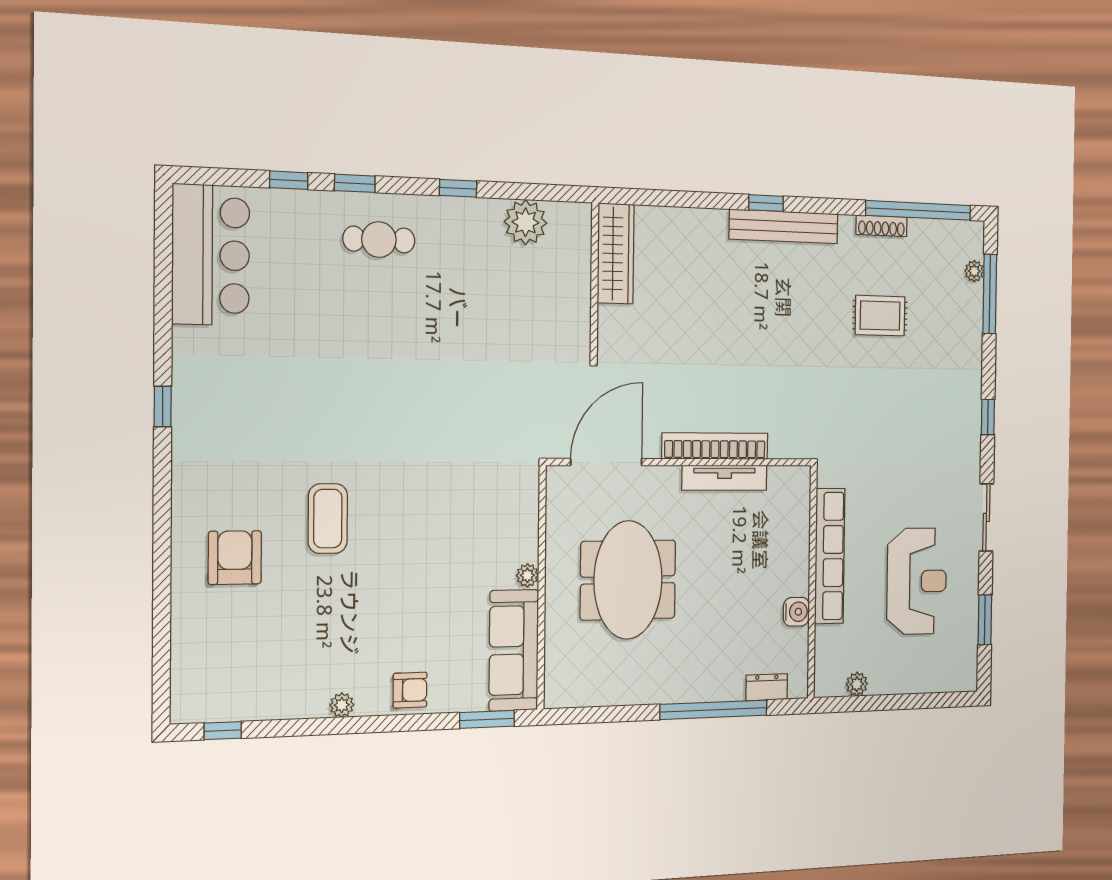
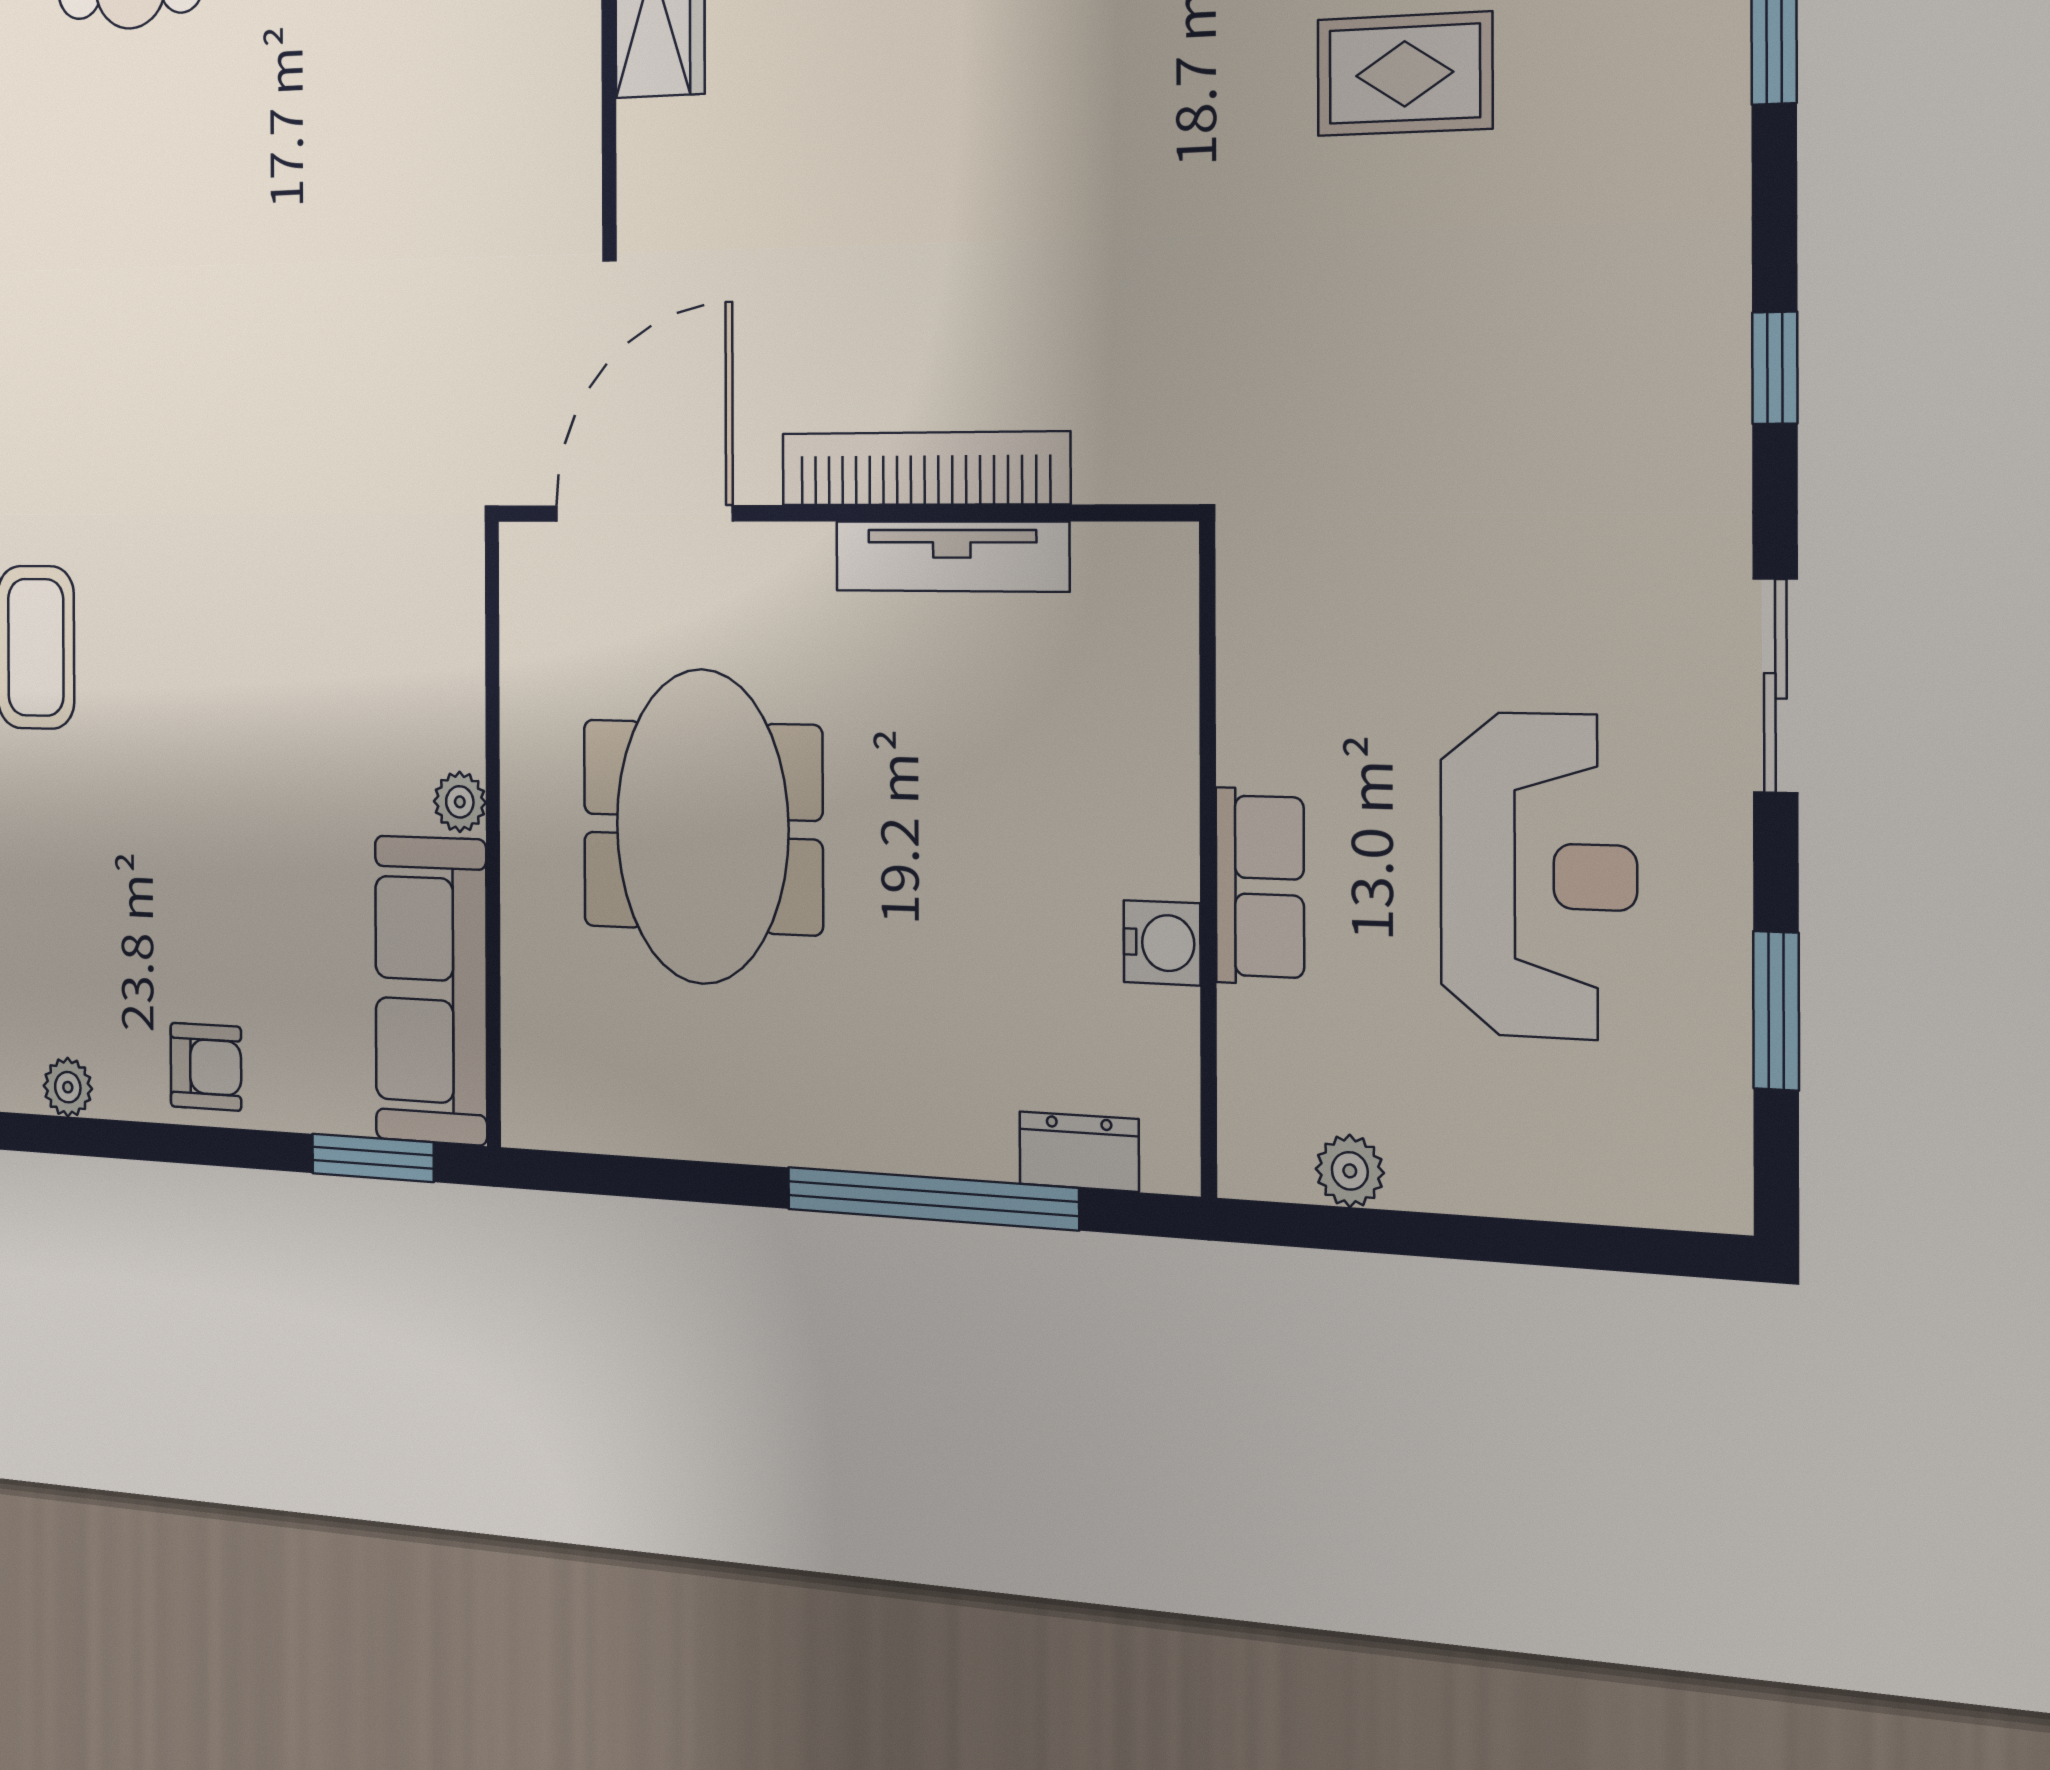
row of seats: (830, 556) -> (1260, 886), width x0.50

